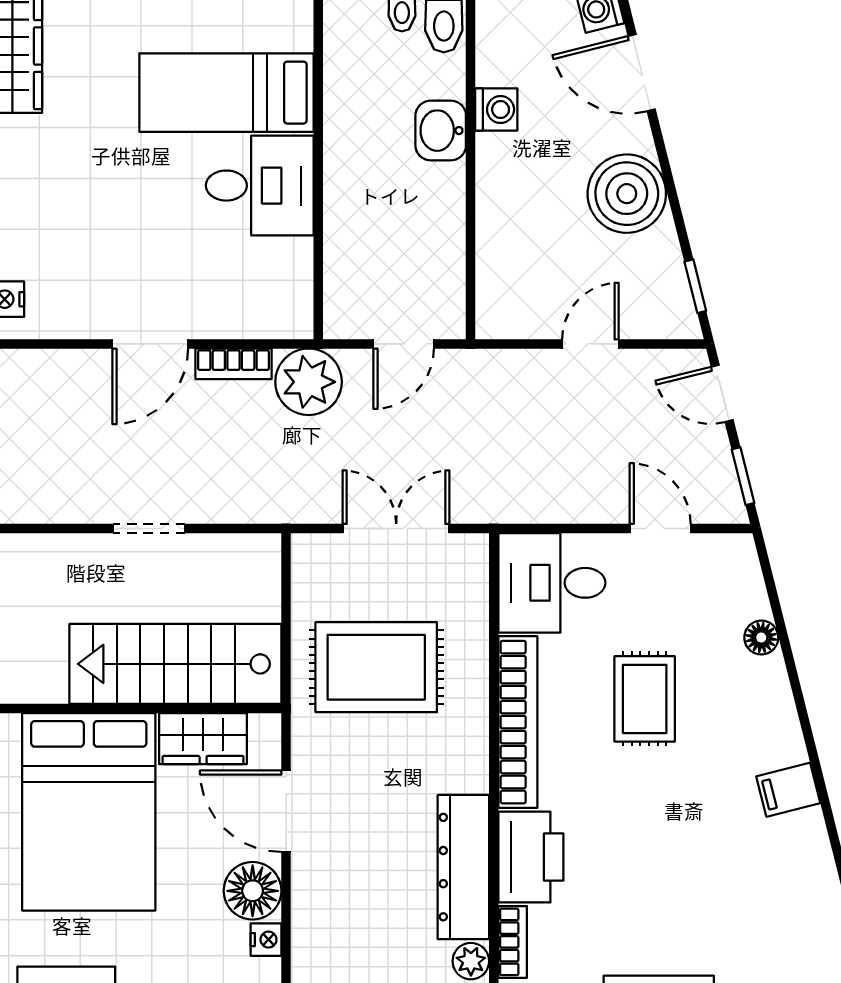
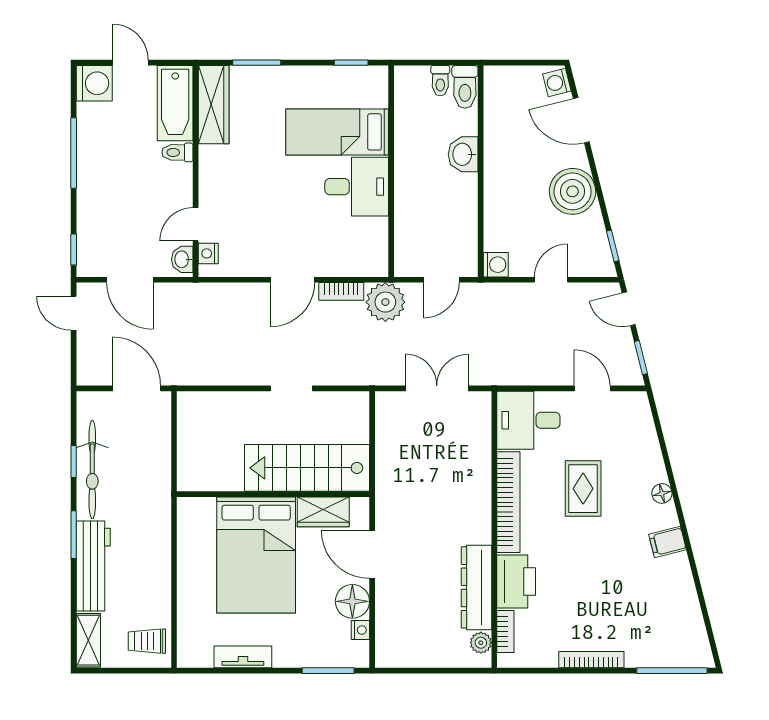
washing machine: (496, 109) -> (496, 265), moved
floor lamp: (761, 638) -> (662, 493), moved
rug: (376, 667) -> (425, 470), removed

